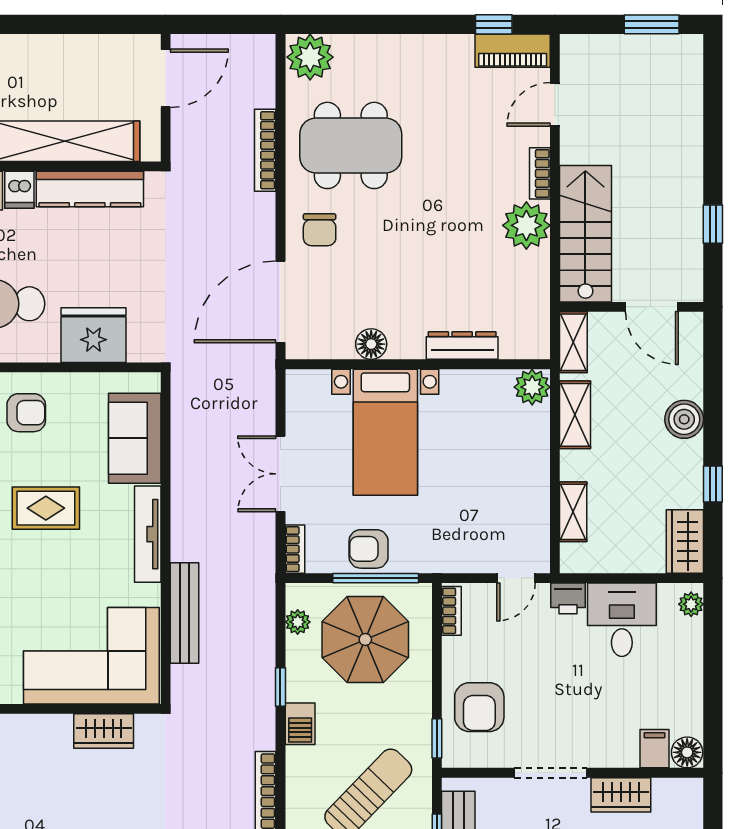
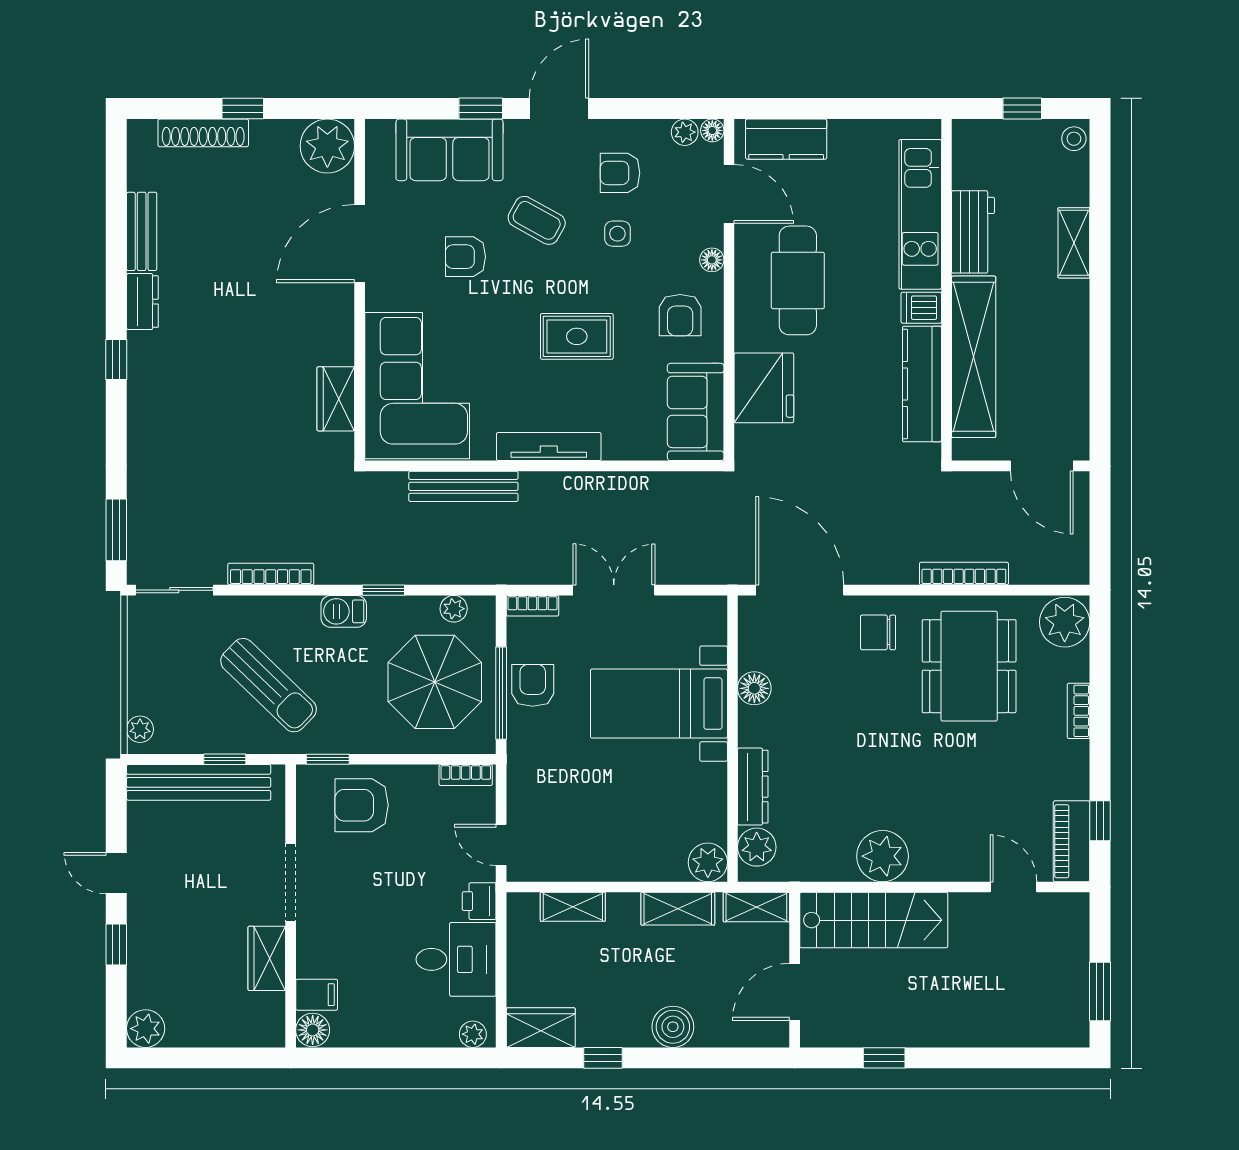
bookcase: (540, 173) -> (1079, 711), moved, turned -90
plant: (518, 342) -> (757, 847), added
sofa: (135, 438) -> (696, 412), moved, turned -90
rug: (46, 508) -> (577, 336), turned 90

